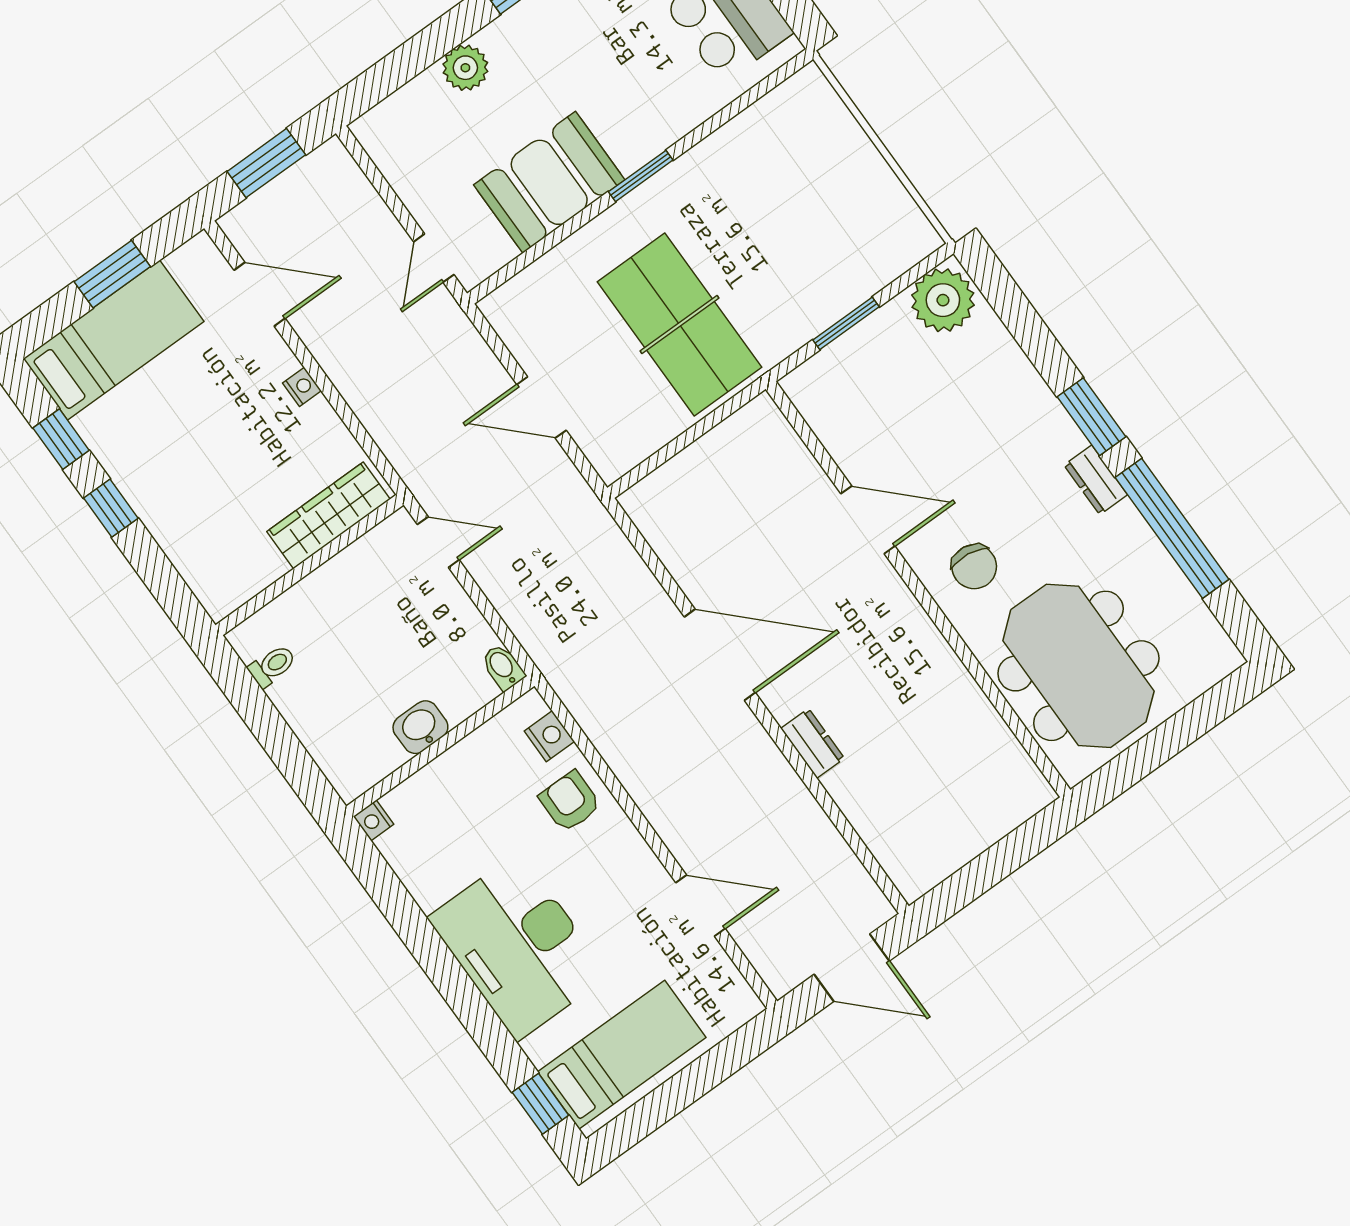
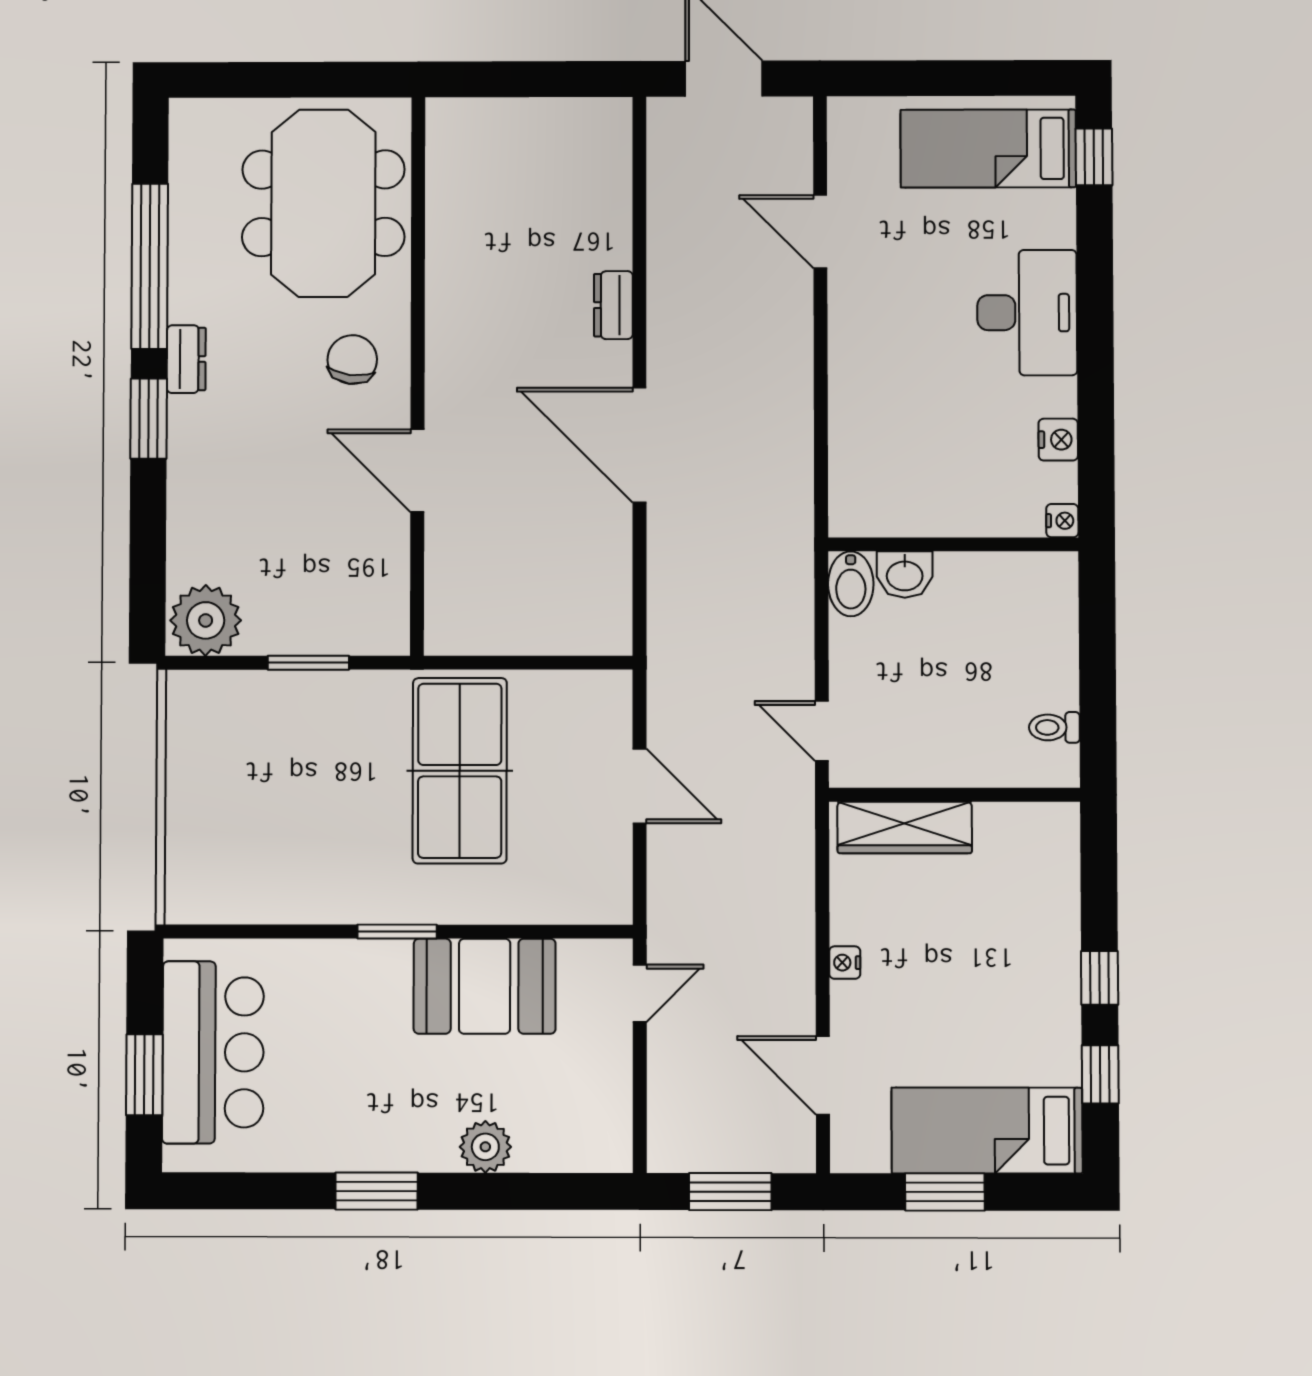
bidet: (503, 667) -> (851, 584), width x1.38, depth x1.36
washbasin: (420, 727) -> (905, 575), moved
nightstand: (549, 736) -> (1058, 440), moved, turned 180
armchair: (570, 801) -> (871, 410), removed
desk: (518, 946) -> (1027, 313), width x0.73, depth x0.77

